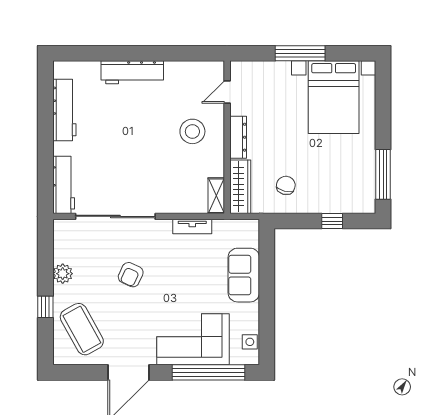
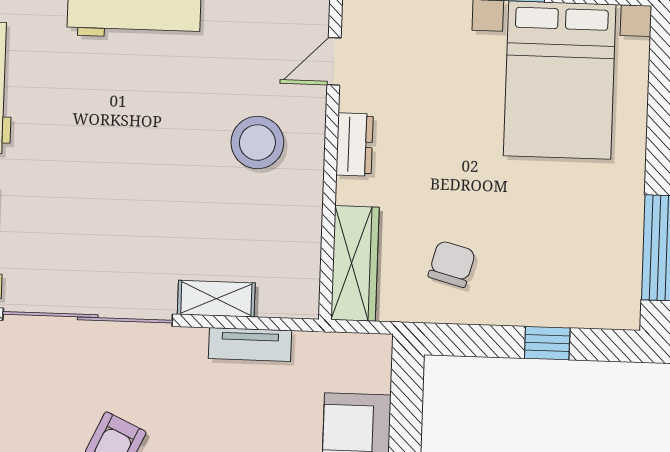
dresser: (238, 137) -> (355, 144), width x0.70
shelving: (216, 196) -> (216, 299), moved, turned 90

